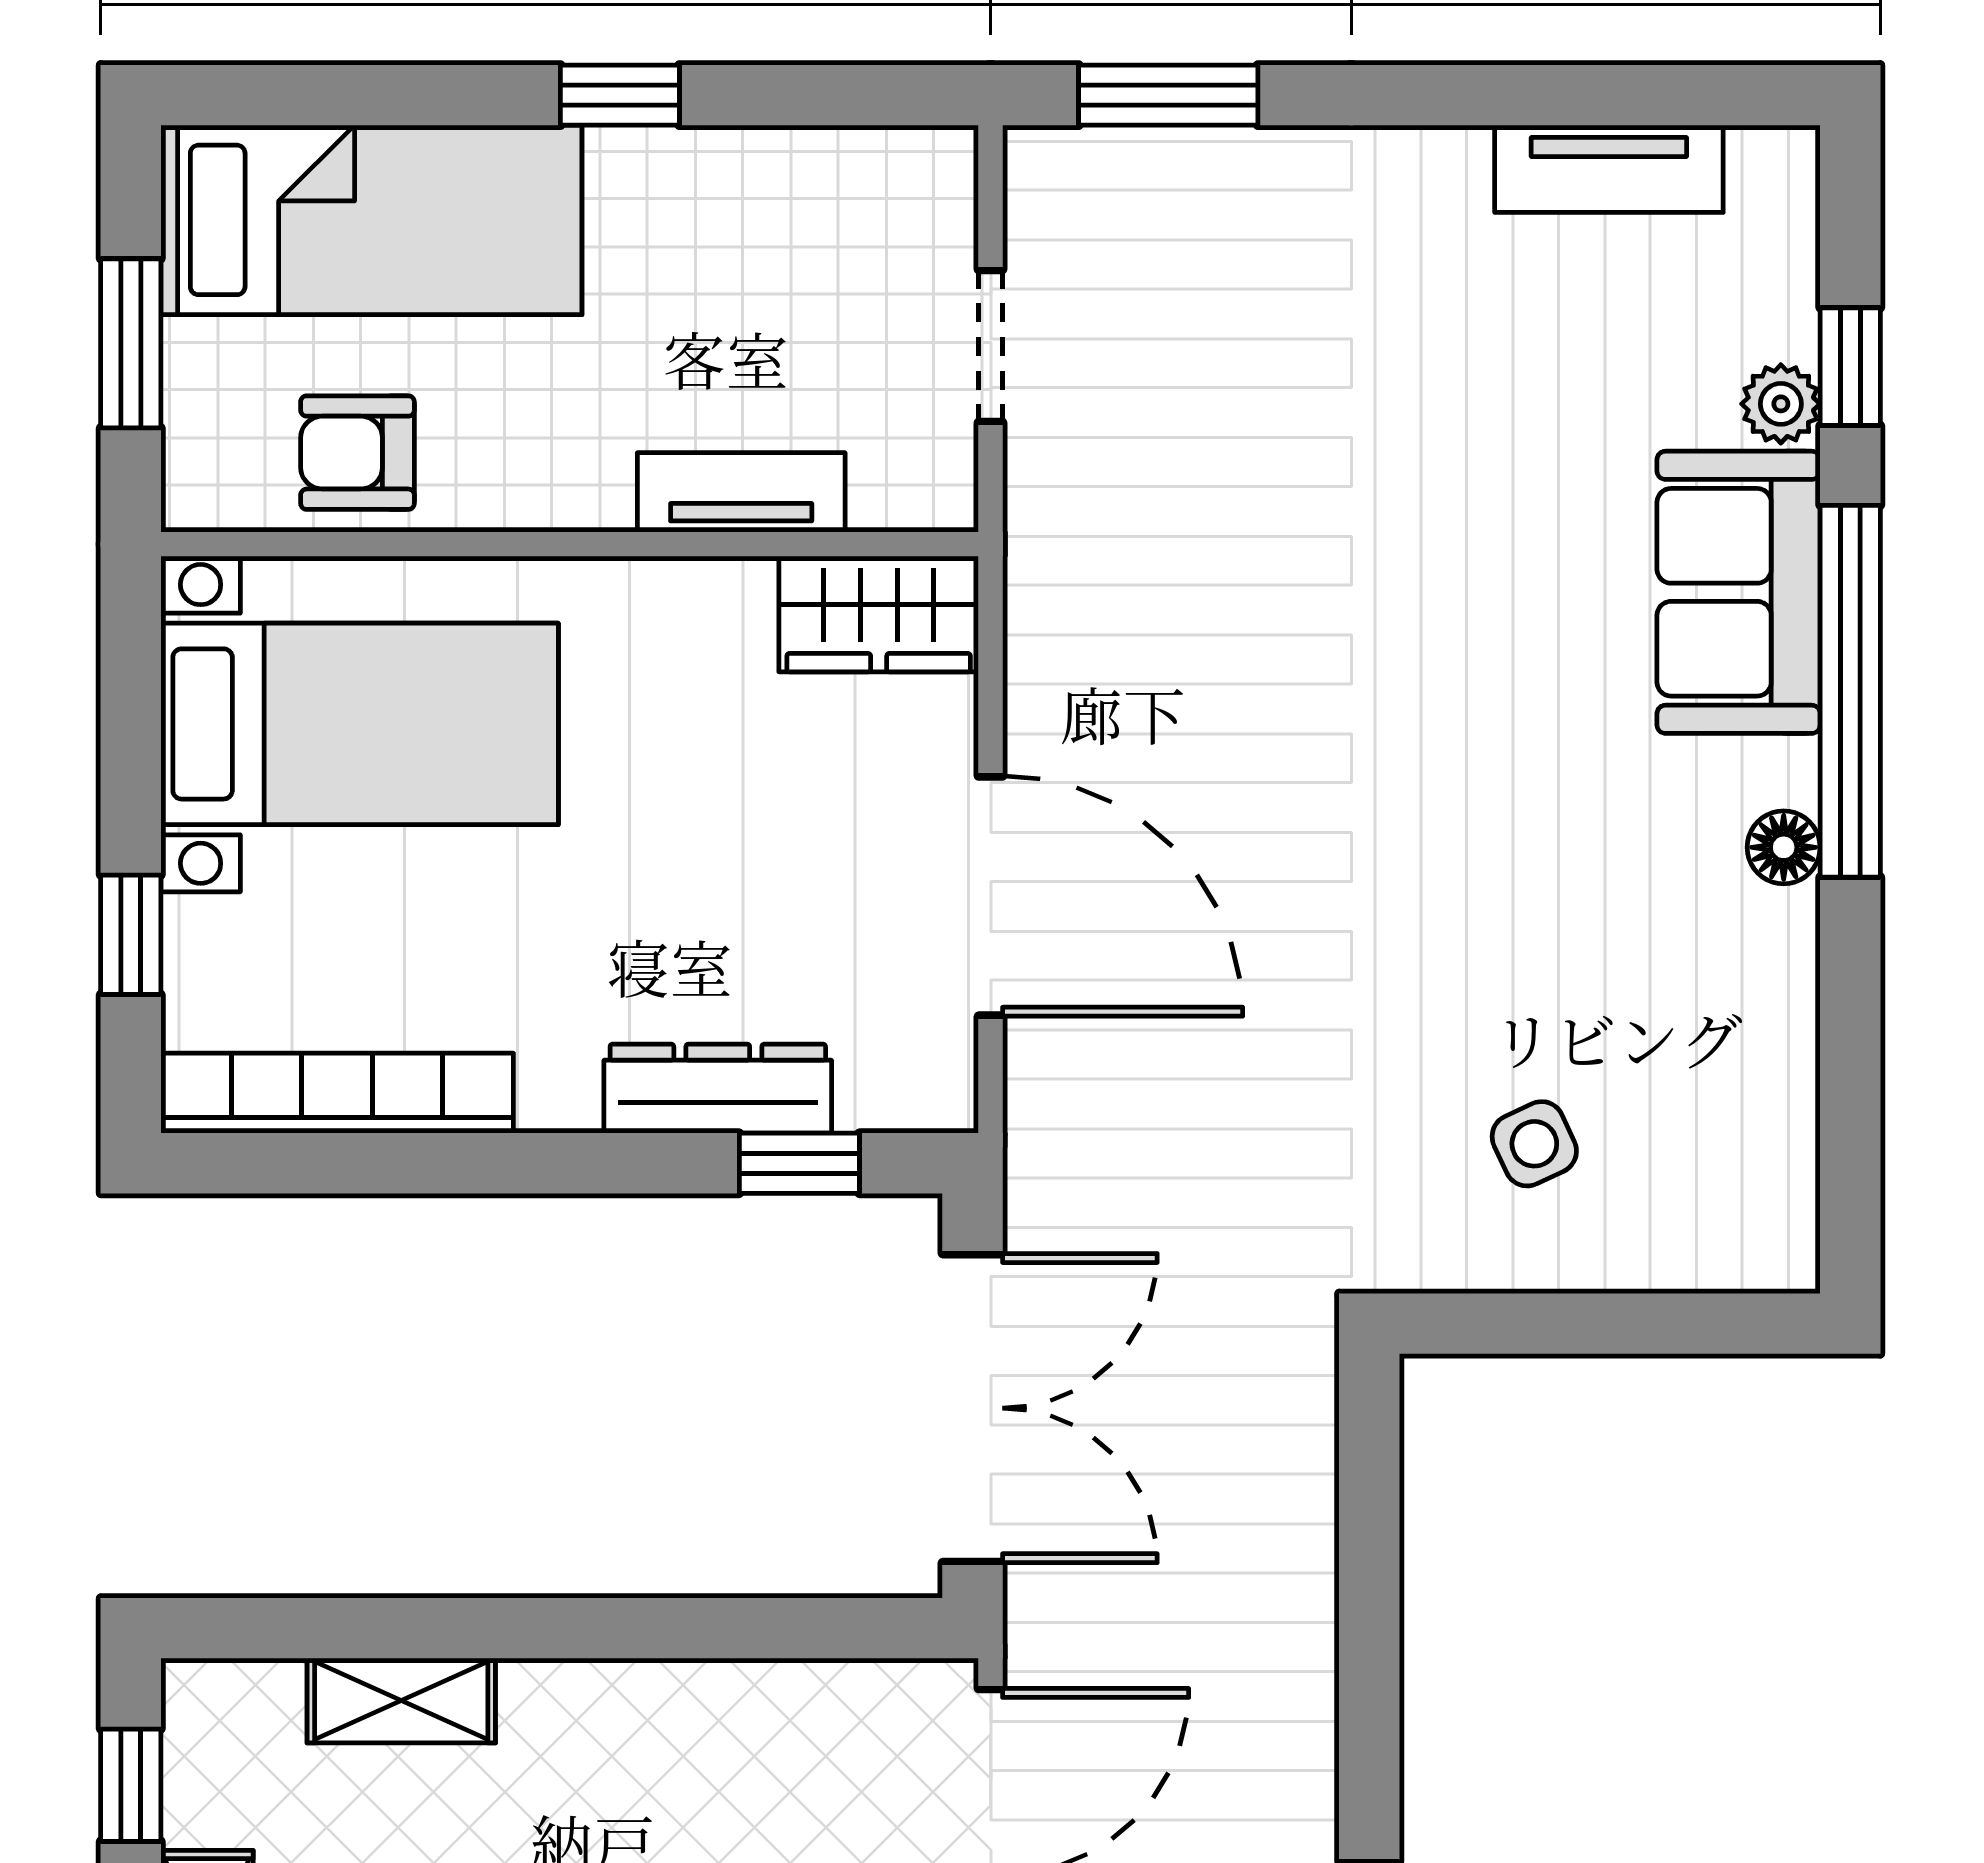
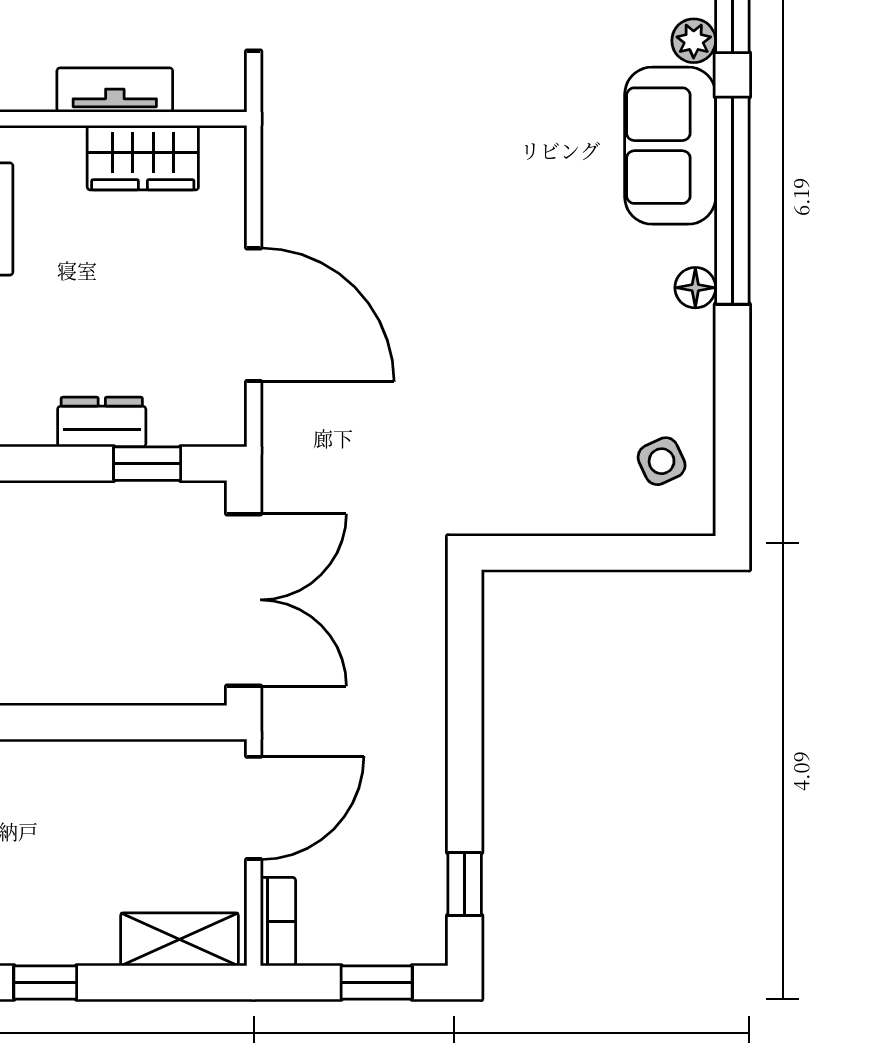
wardrobe: (879, 614) -> (143, 158), moved
dresser: (718, 1089) -> (102, 422), width x0.70
side table: (1534, 1144) -> (662, 461), moved

